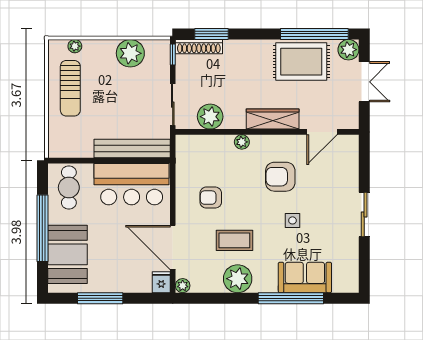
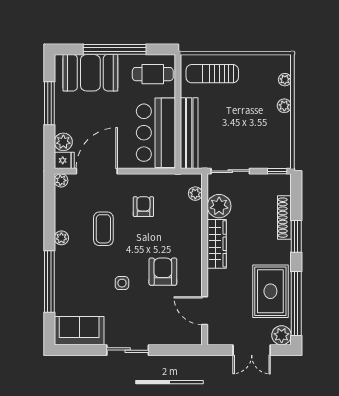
window: (211, 34) -> (296, 236), moved
shoe rack: (199, 47) -> (284, 218), moved
plant: (130, 53) -> (284, 106), moved, width x0.53, depth x0.53
sun lounger: (70, 88) -> (212, 74), moved
wardrobe: (273, 119) -> (217, 244), moved
plant: (242, 142) -> (195, 194), moved
sofa: (305, 277) -> (79, 331), moved, turned -90
plant: (238, 279) -> (61, 238), width x0.53, depth x0.53
plant: (141, 283) -> (63, 142), added

